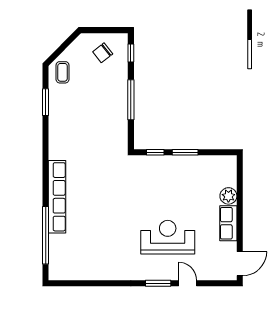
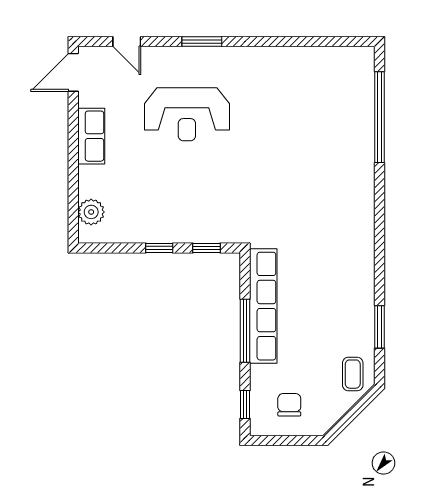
chair: (103, 53) -> (289, 405), turned -52
window: (185, 152) -> (159, 248), width x0.67
plant: (228, 196) -> (91, 212), moved
row of seats: (57, 197) -> (263, 306), moved, turned 180
door: (188, 283) -> (127, 41), moved

